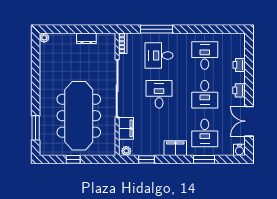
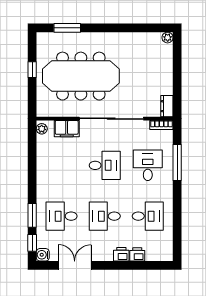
dresser: (86, 38) -> (167, 106), moved
printer: (239, 90) -> (121, 254), moved
filing cabinet: (175, 148) -> (45, 183), removed
window: (146, 159) -> (32, 243), moved

